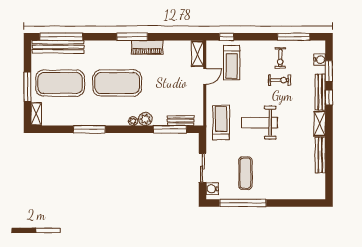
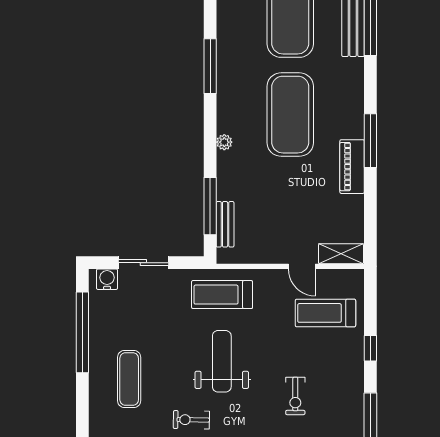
window: (227, 37) -> (370, 348), moved
exercise bike: (280, 58) -> (191, 420), moved
plant: (145, 119) -> (228, 163), removed
treadmill: (221, 122) -> (222, 295), turned 180
exercise mat: (245, 173) -> (129, 379), moved, turned 90

